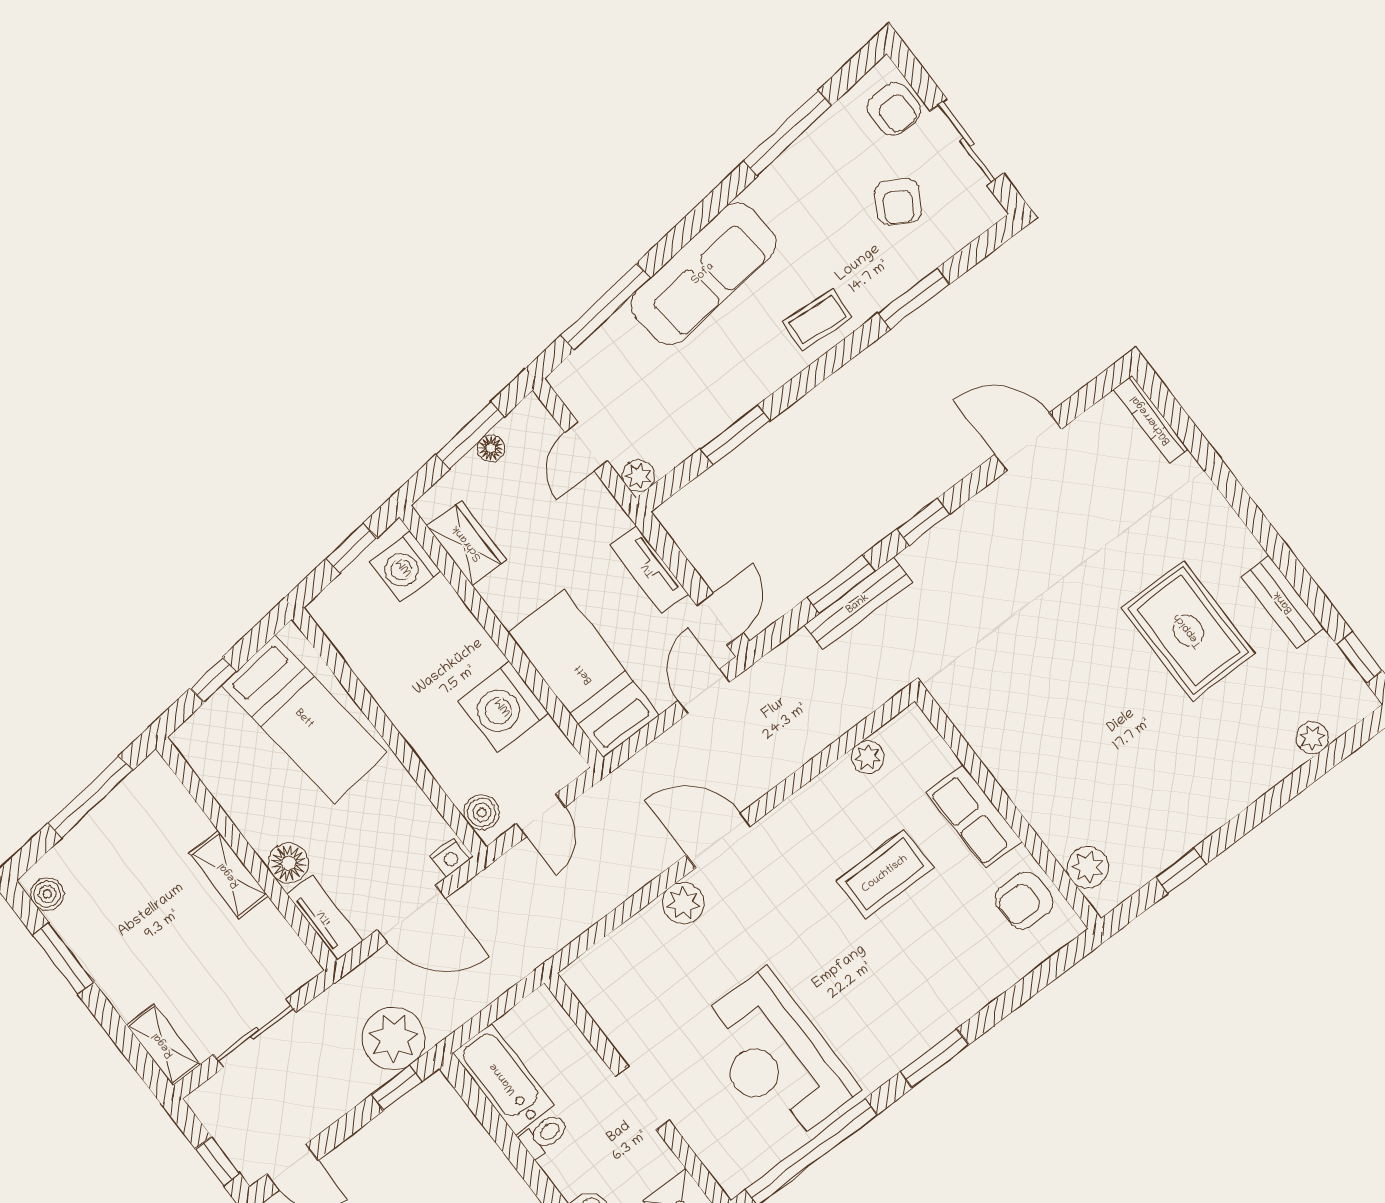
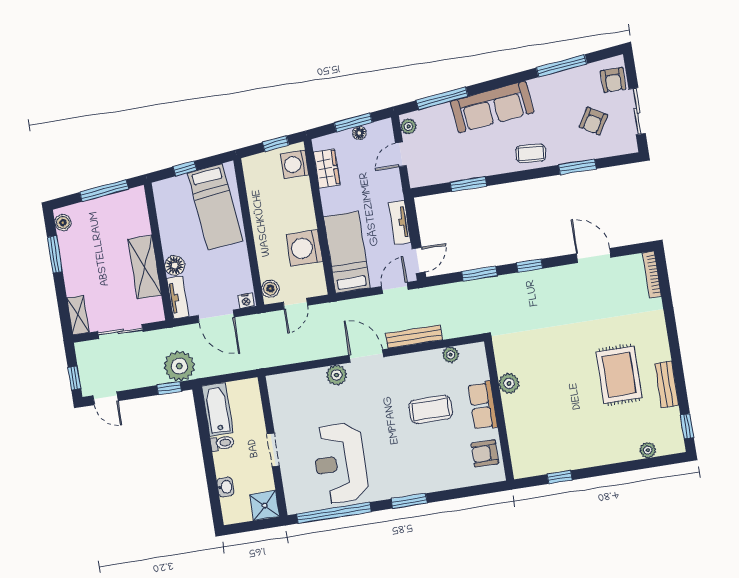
plant: (638, 476) -> (408, 126), moved
bench: (858, 604) -> (414, 337), moved
plant: (1088, 867) -> (509, 383), moved
shelving: (229, 875) -> (145, 267), width x1.50, depth x1.33

